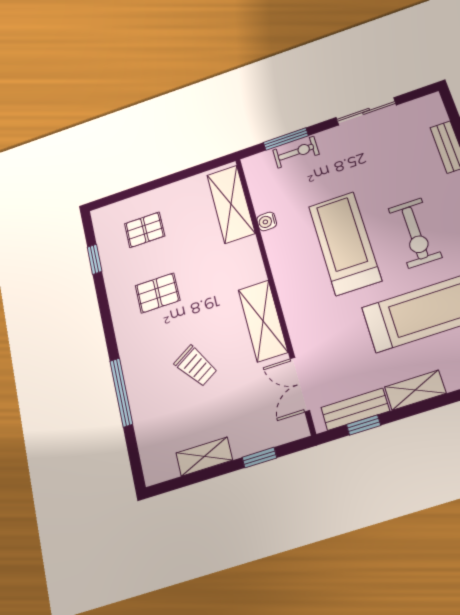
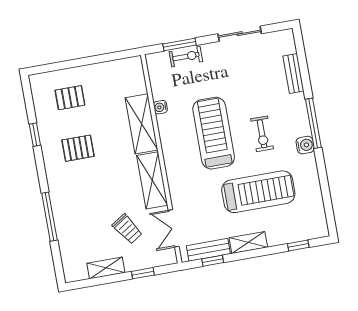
shelving: (231, 204) -> (142, 124), moved
exercise bike: (415, 233) -> (262, 134), width x0.73, depth x0.72
window: (95, 259) -> (35, 135), moved
trolley: (196, 366) -> (127, 229), moved

